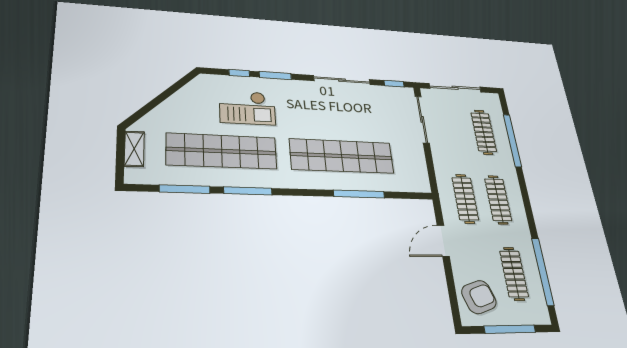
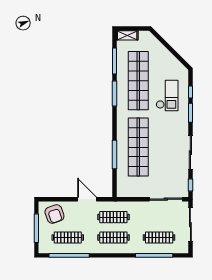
checkout: (247, 108) -> (167, 96), turned 180
shelving: (134, 149) -> (127, 35), moved

